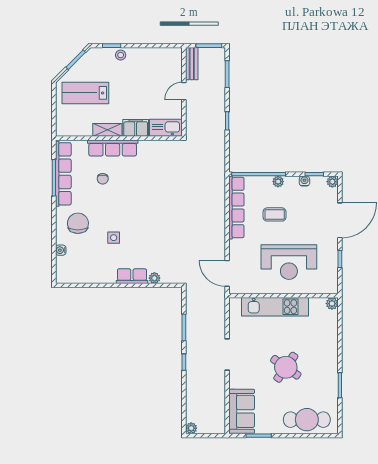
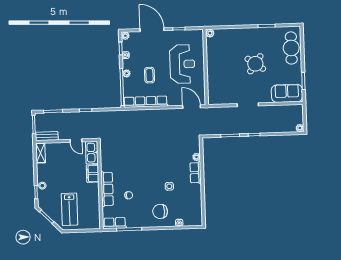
door: (184, 91) -> (76, 141), moved
shelving: (107, 130) -> (40, 153), moved
row of seats: (63, 174) -> (115, 223), width x0.50
door: (227, 273) -> (192, 107), swing flipped
kitchen unit: (275, 307) -> (213, 73), removed

